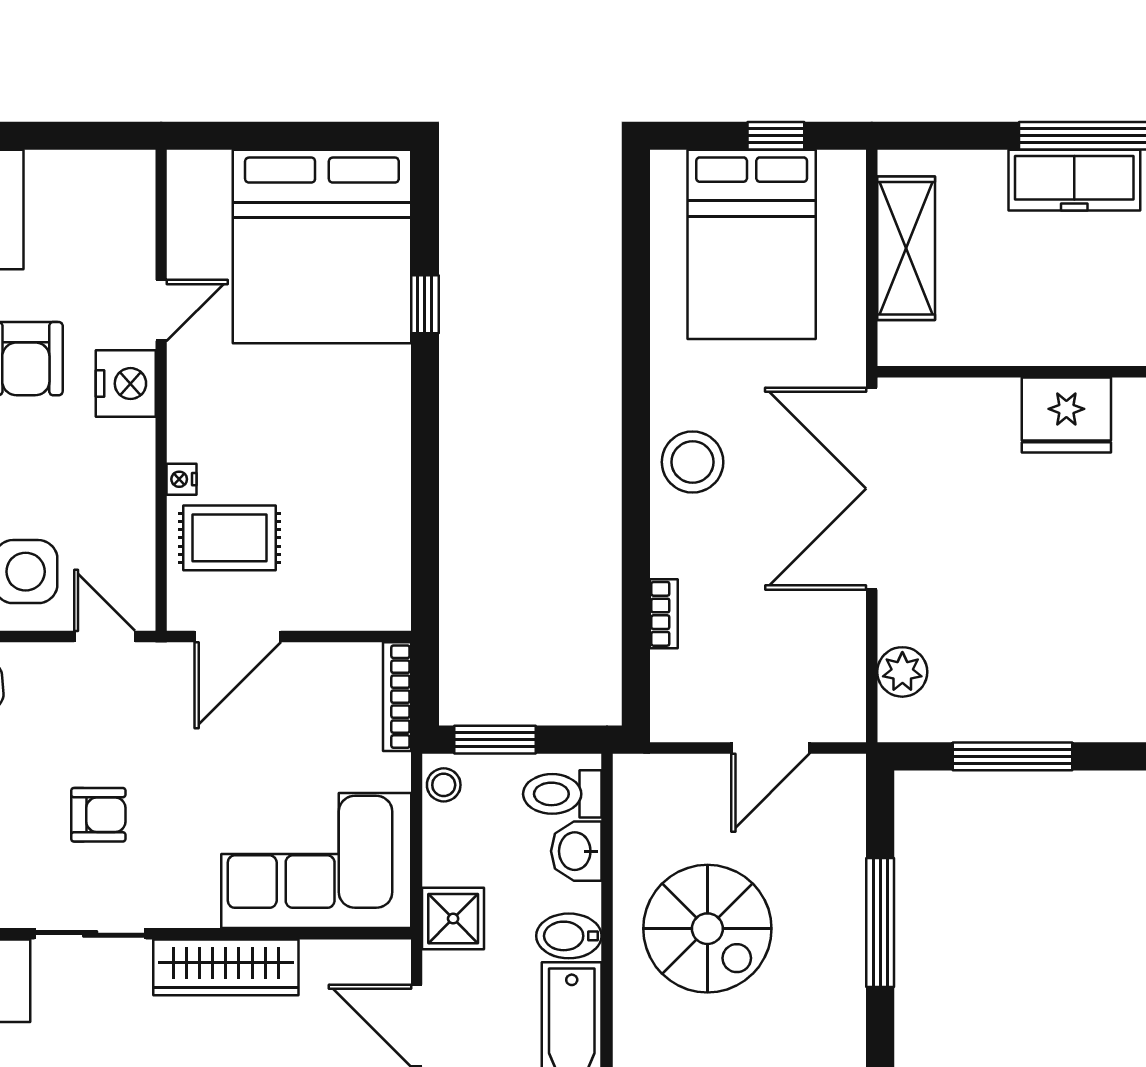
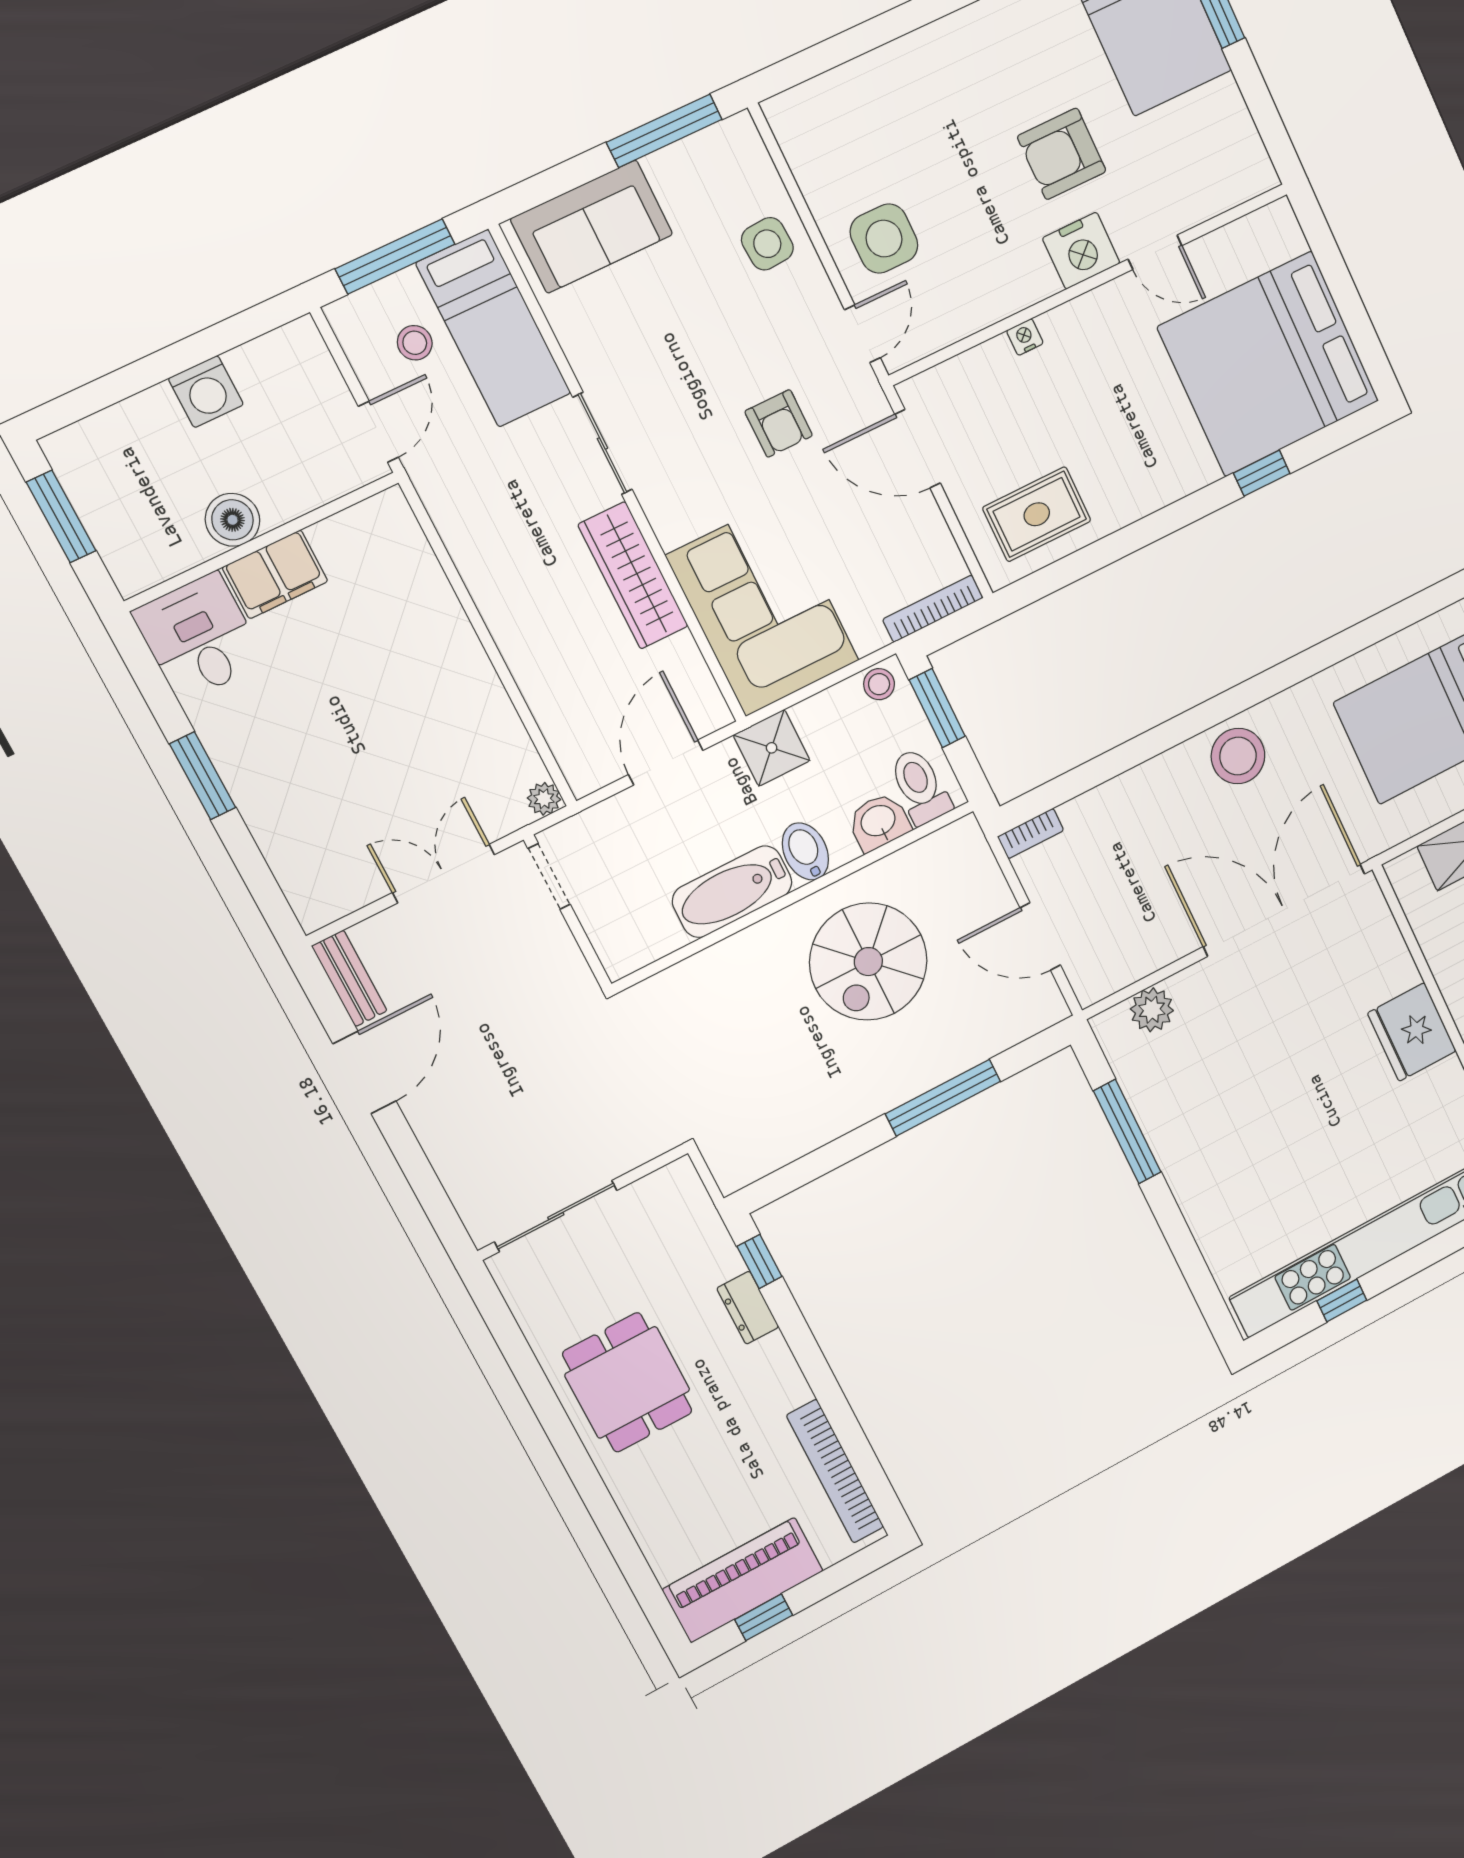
rug: (230, 538) -> (1037, 514), moved, turned 90
bookcase: (664, 614) -> (1031, 833), moved
armchair: (98, 815) -> (779, 423), moved

